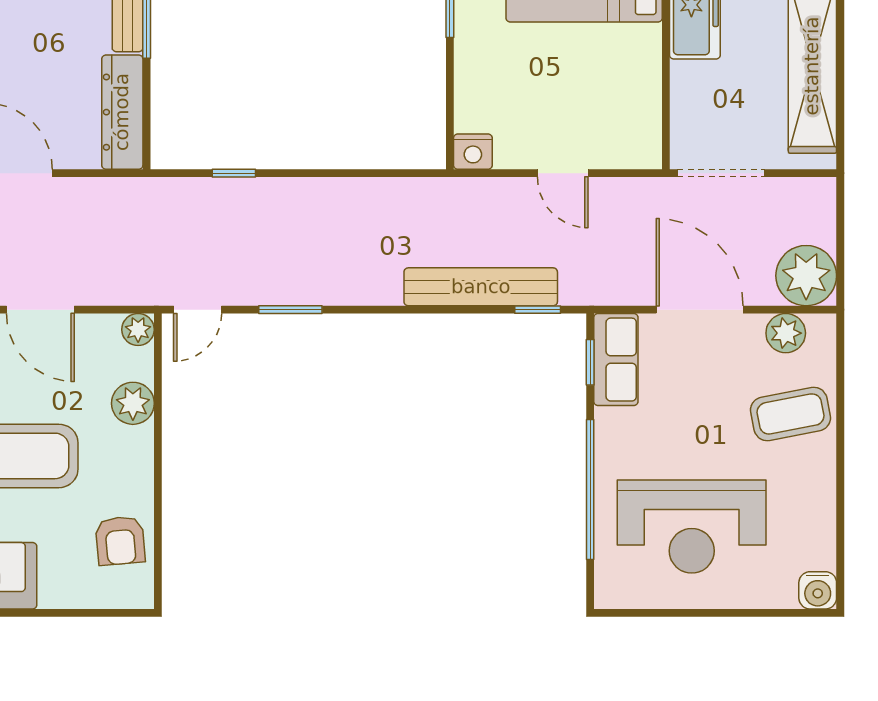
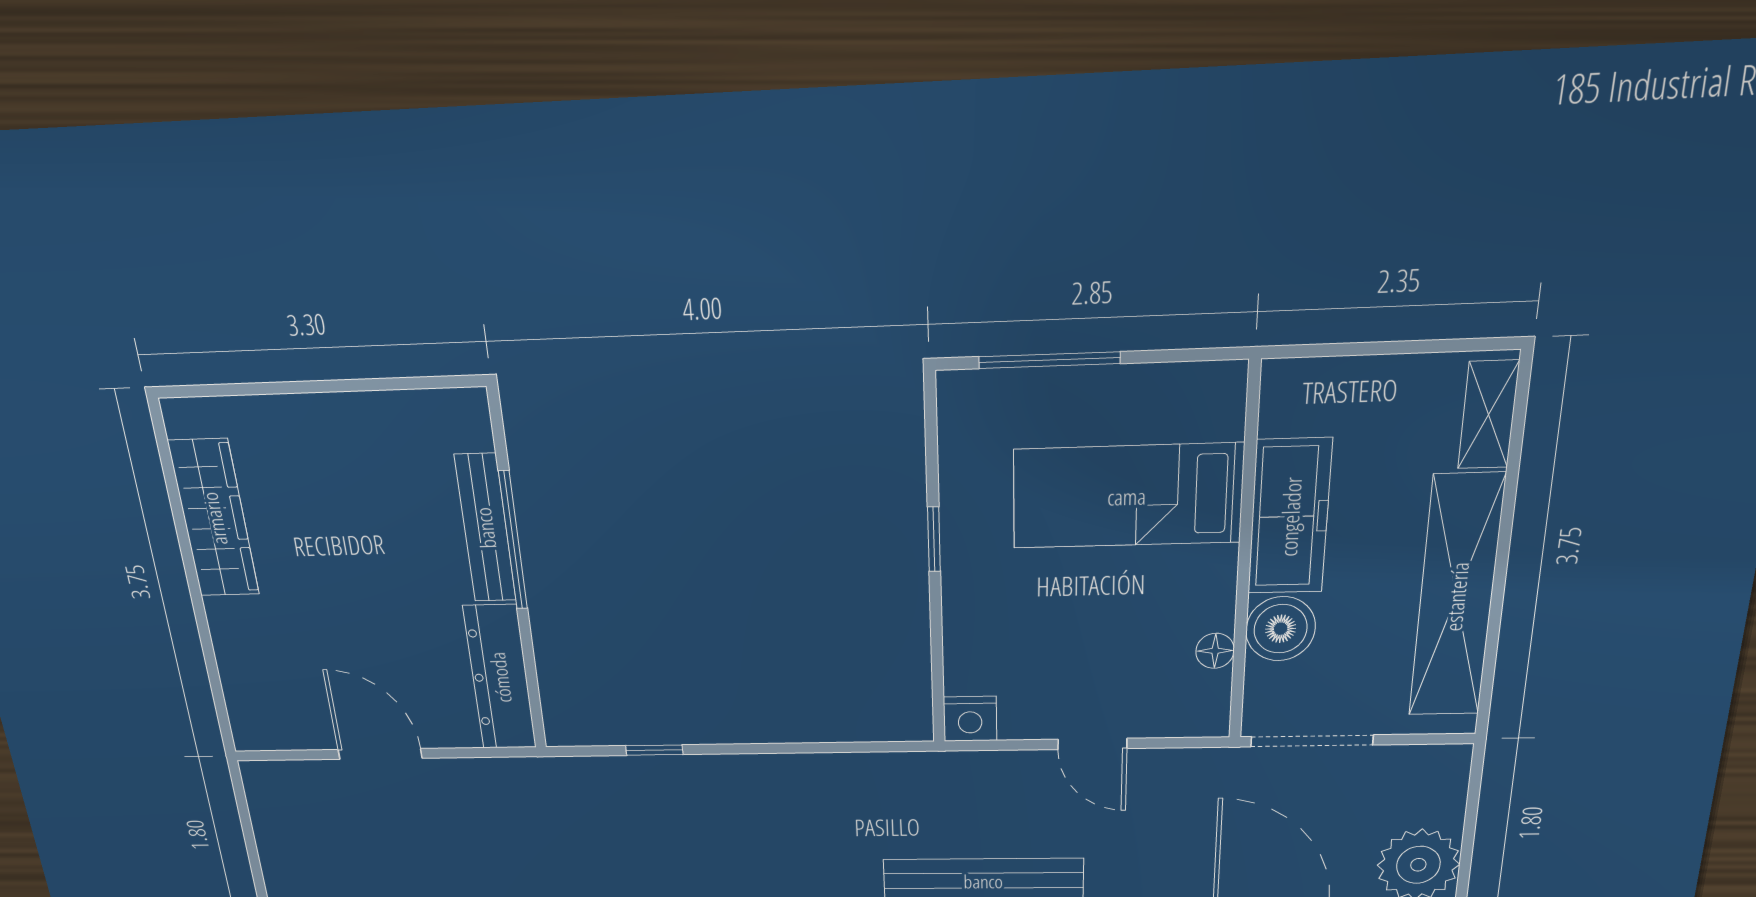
boiler: (694, 86) -> (1281, 629), added
floor lamp: (649, 102) -> (1215, 651), added

